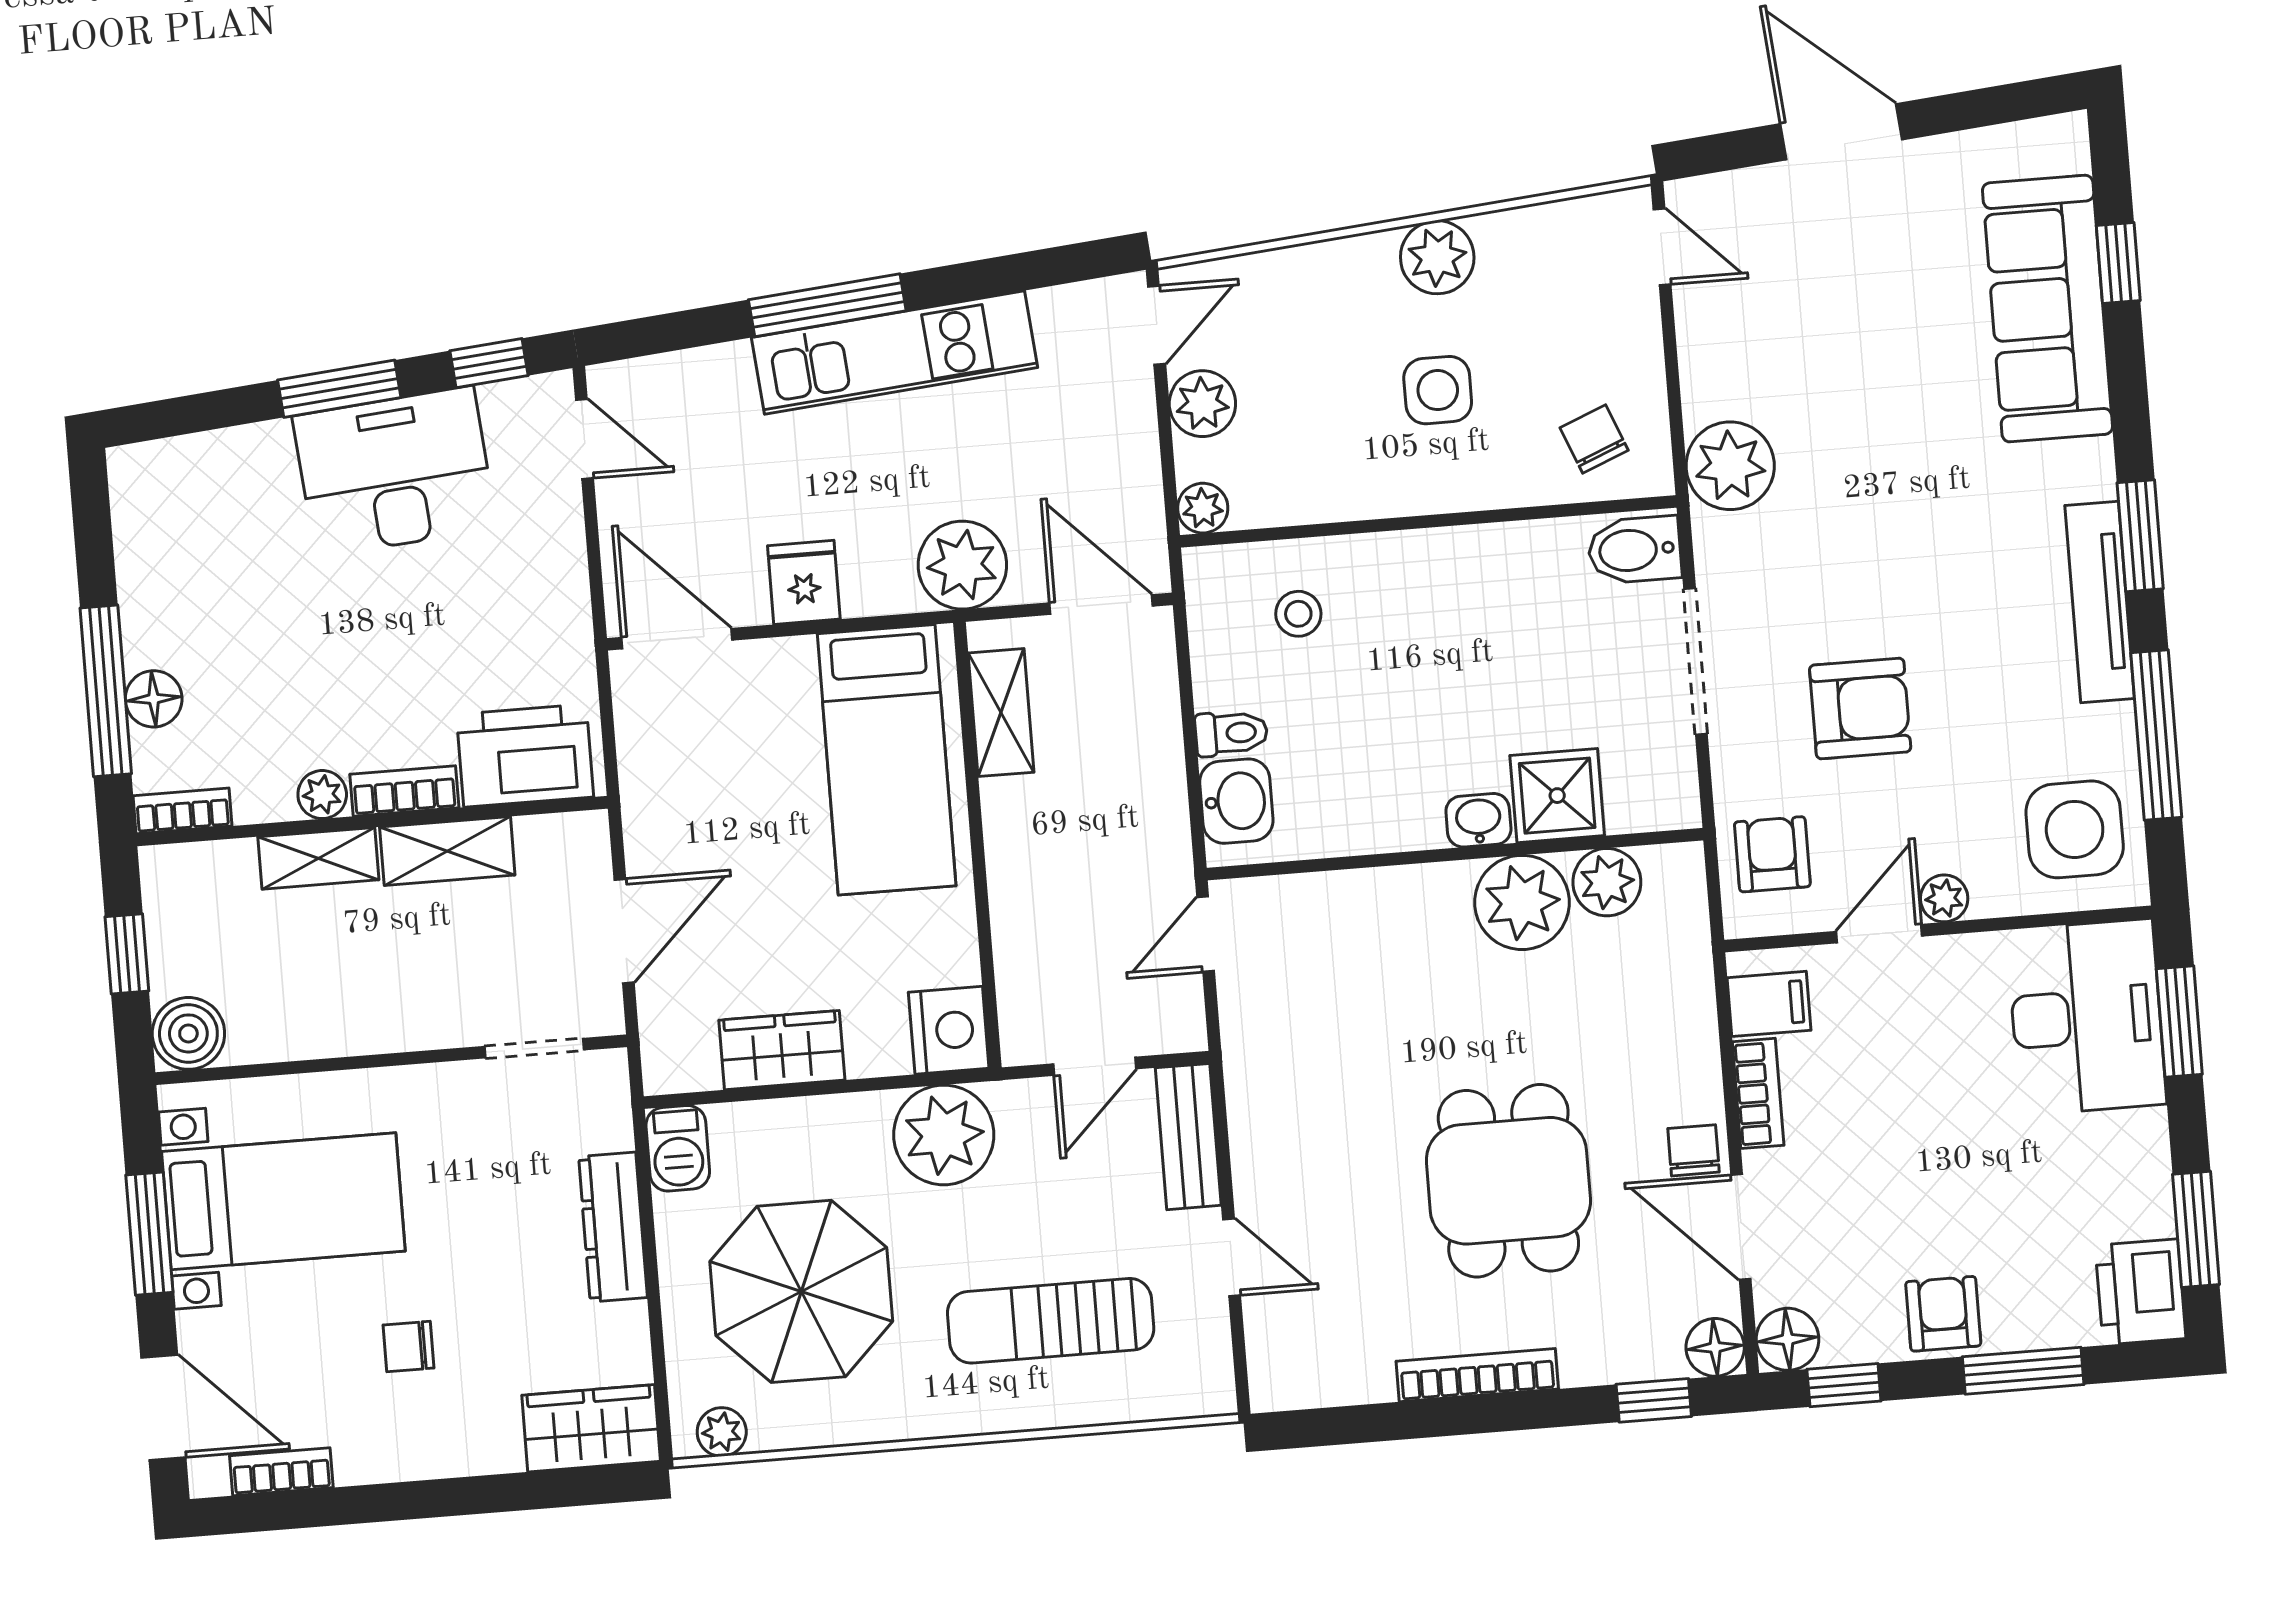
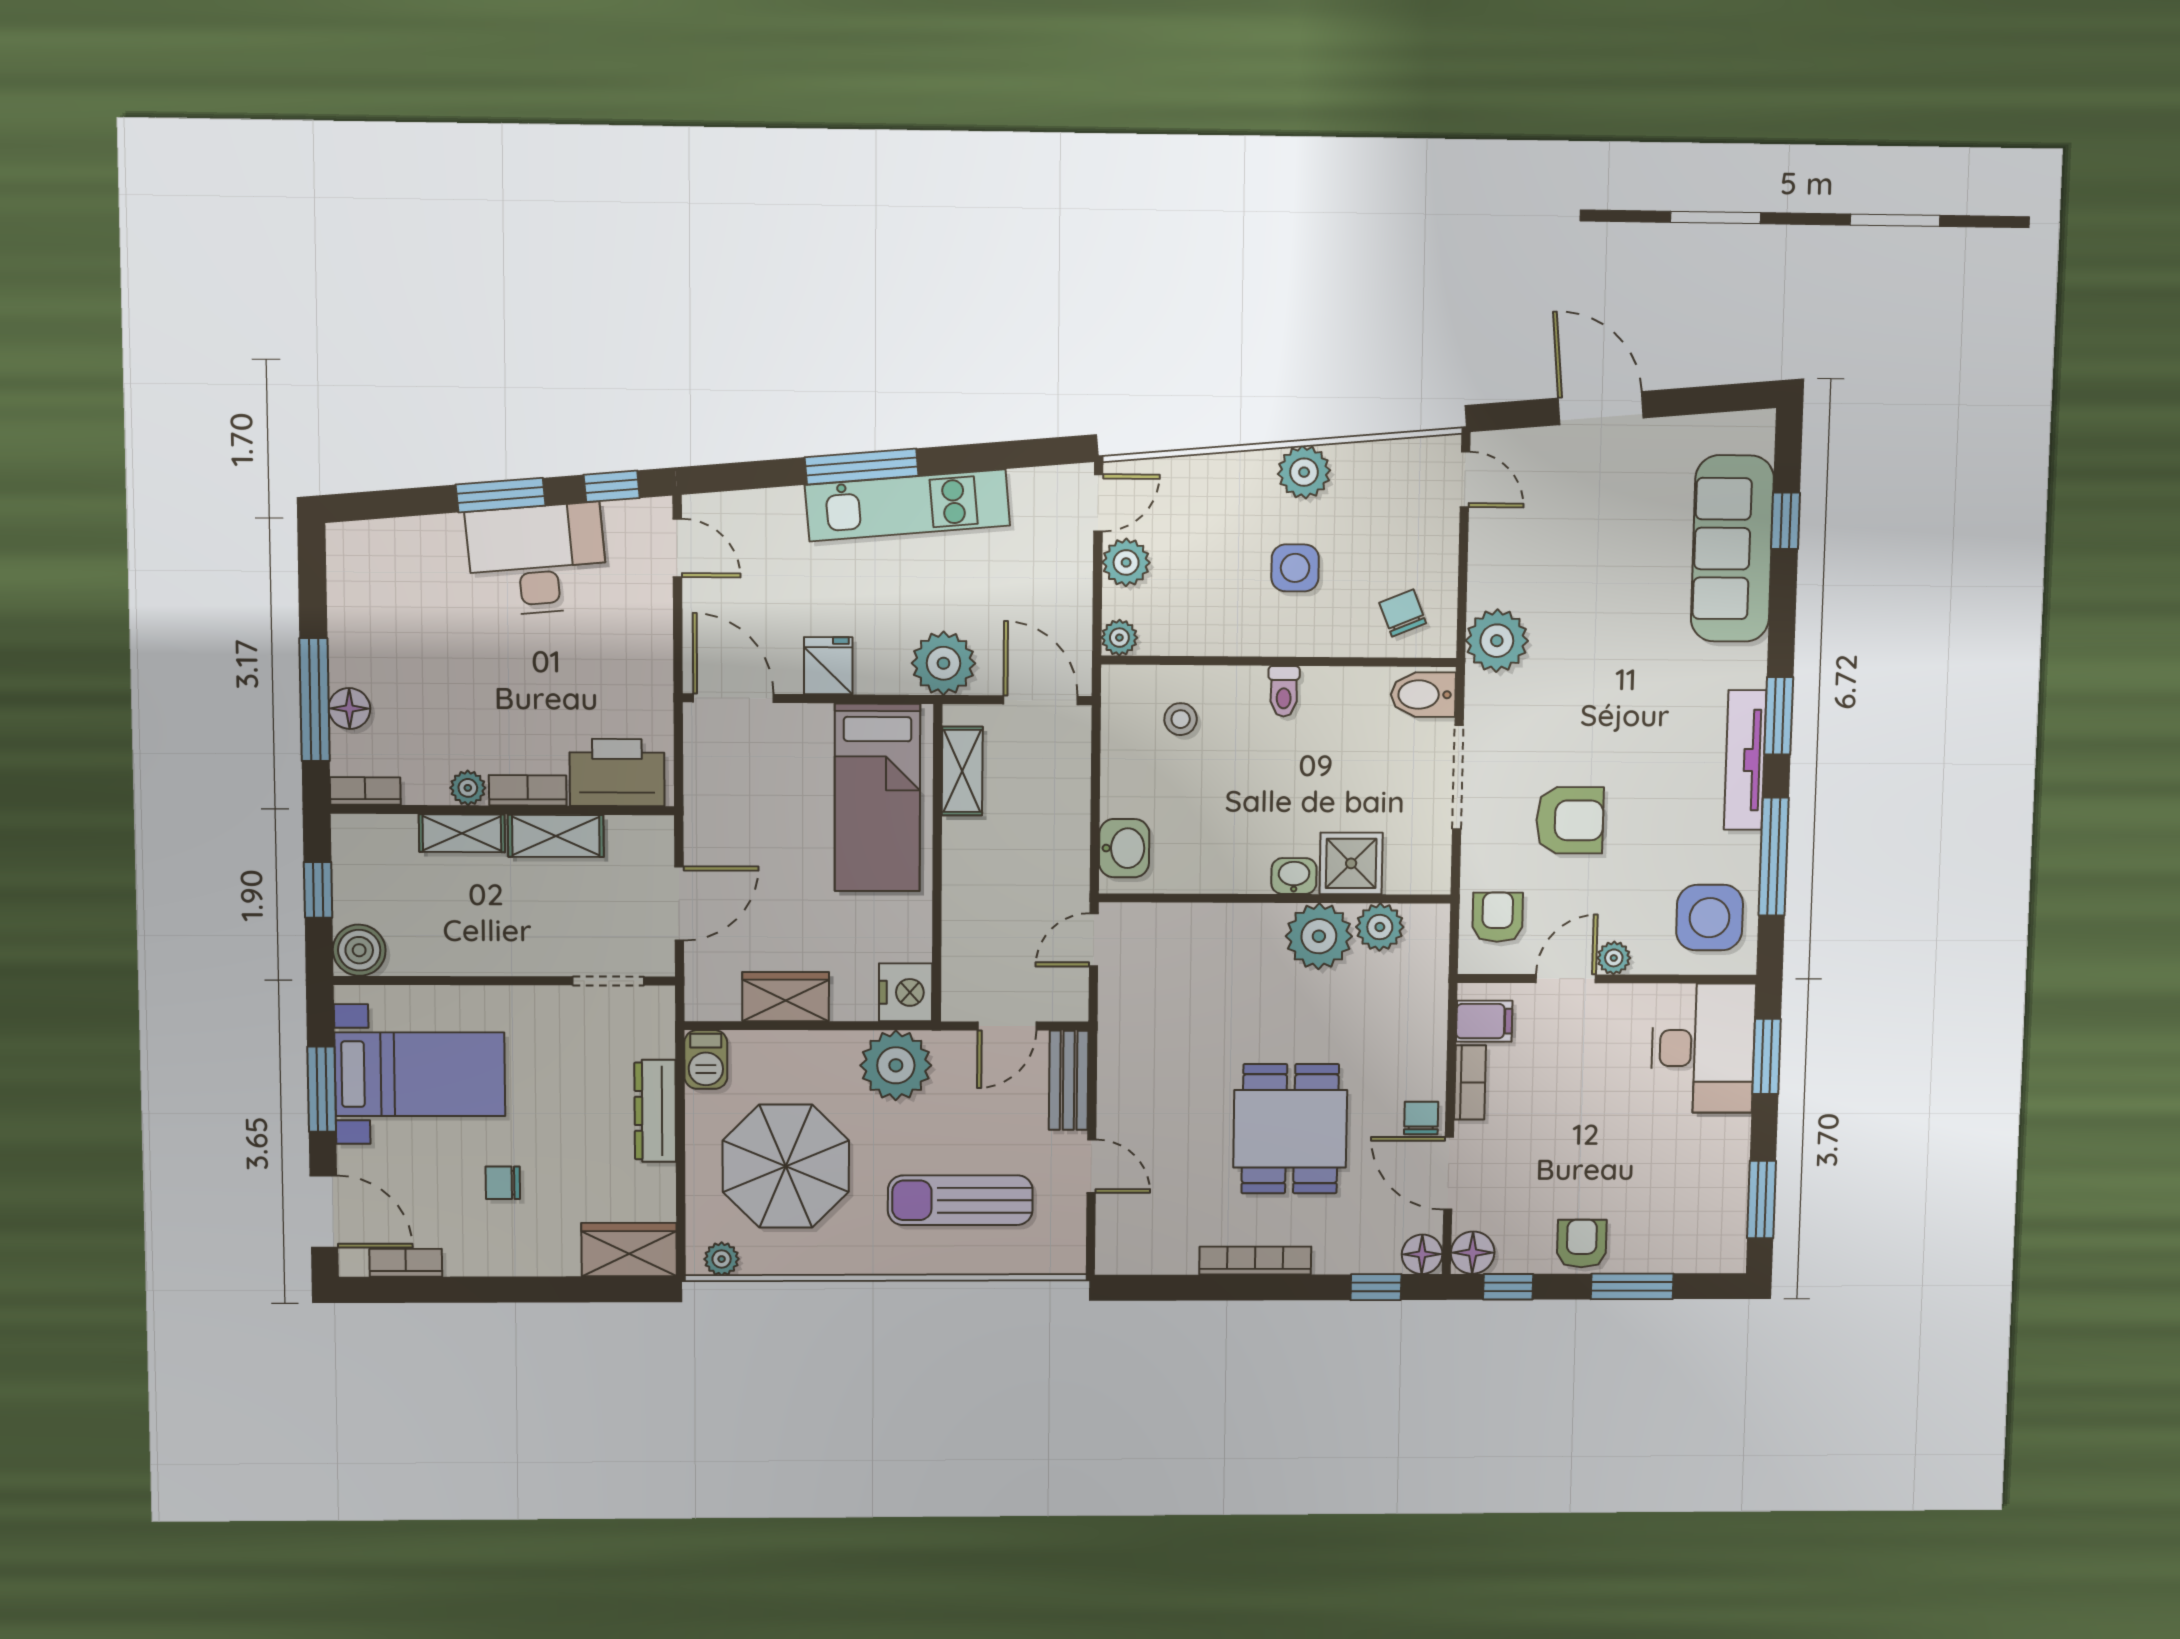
toilet: (1231, 733) -> (1284, 691), moved, turned 90
printer: (2140, 1292) -> (1719, 1239), removed

